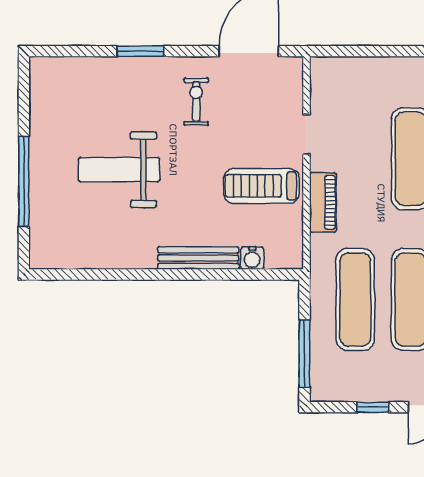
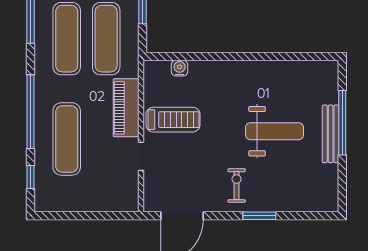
exercise bike: (196, 102) -> (237, 185), moved, turned 180
piano: (323, 202) -> (126, 108), width x1.37, depth x1.33
bench: (198, 258) -> (331, 134), moved, turned 90

